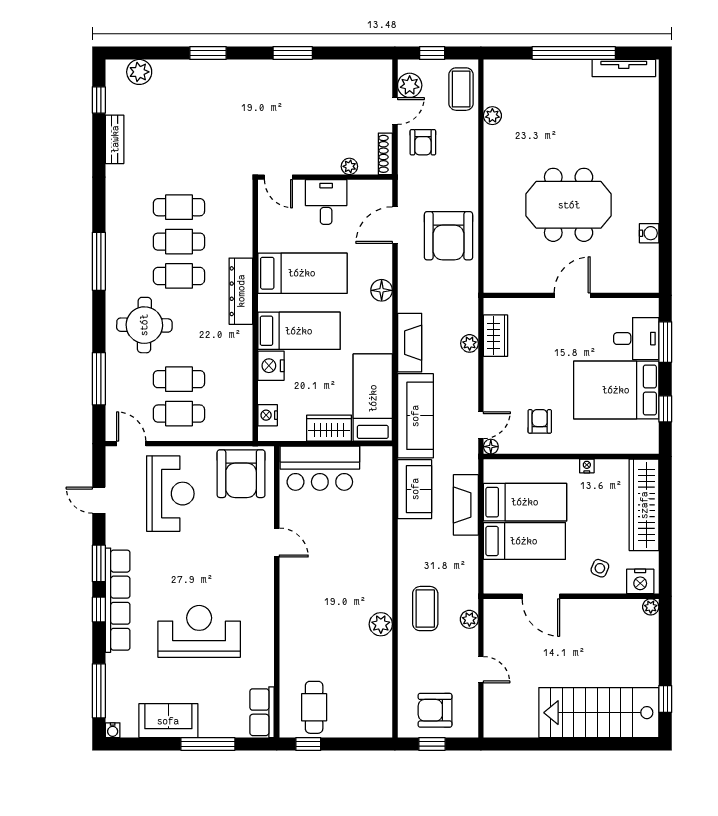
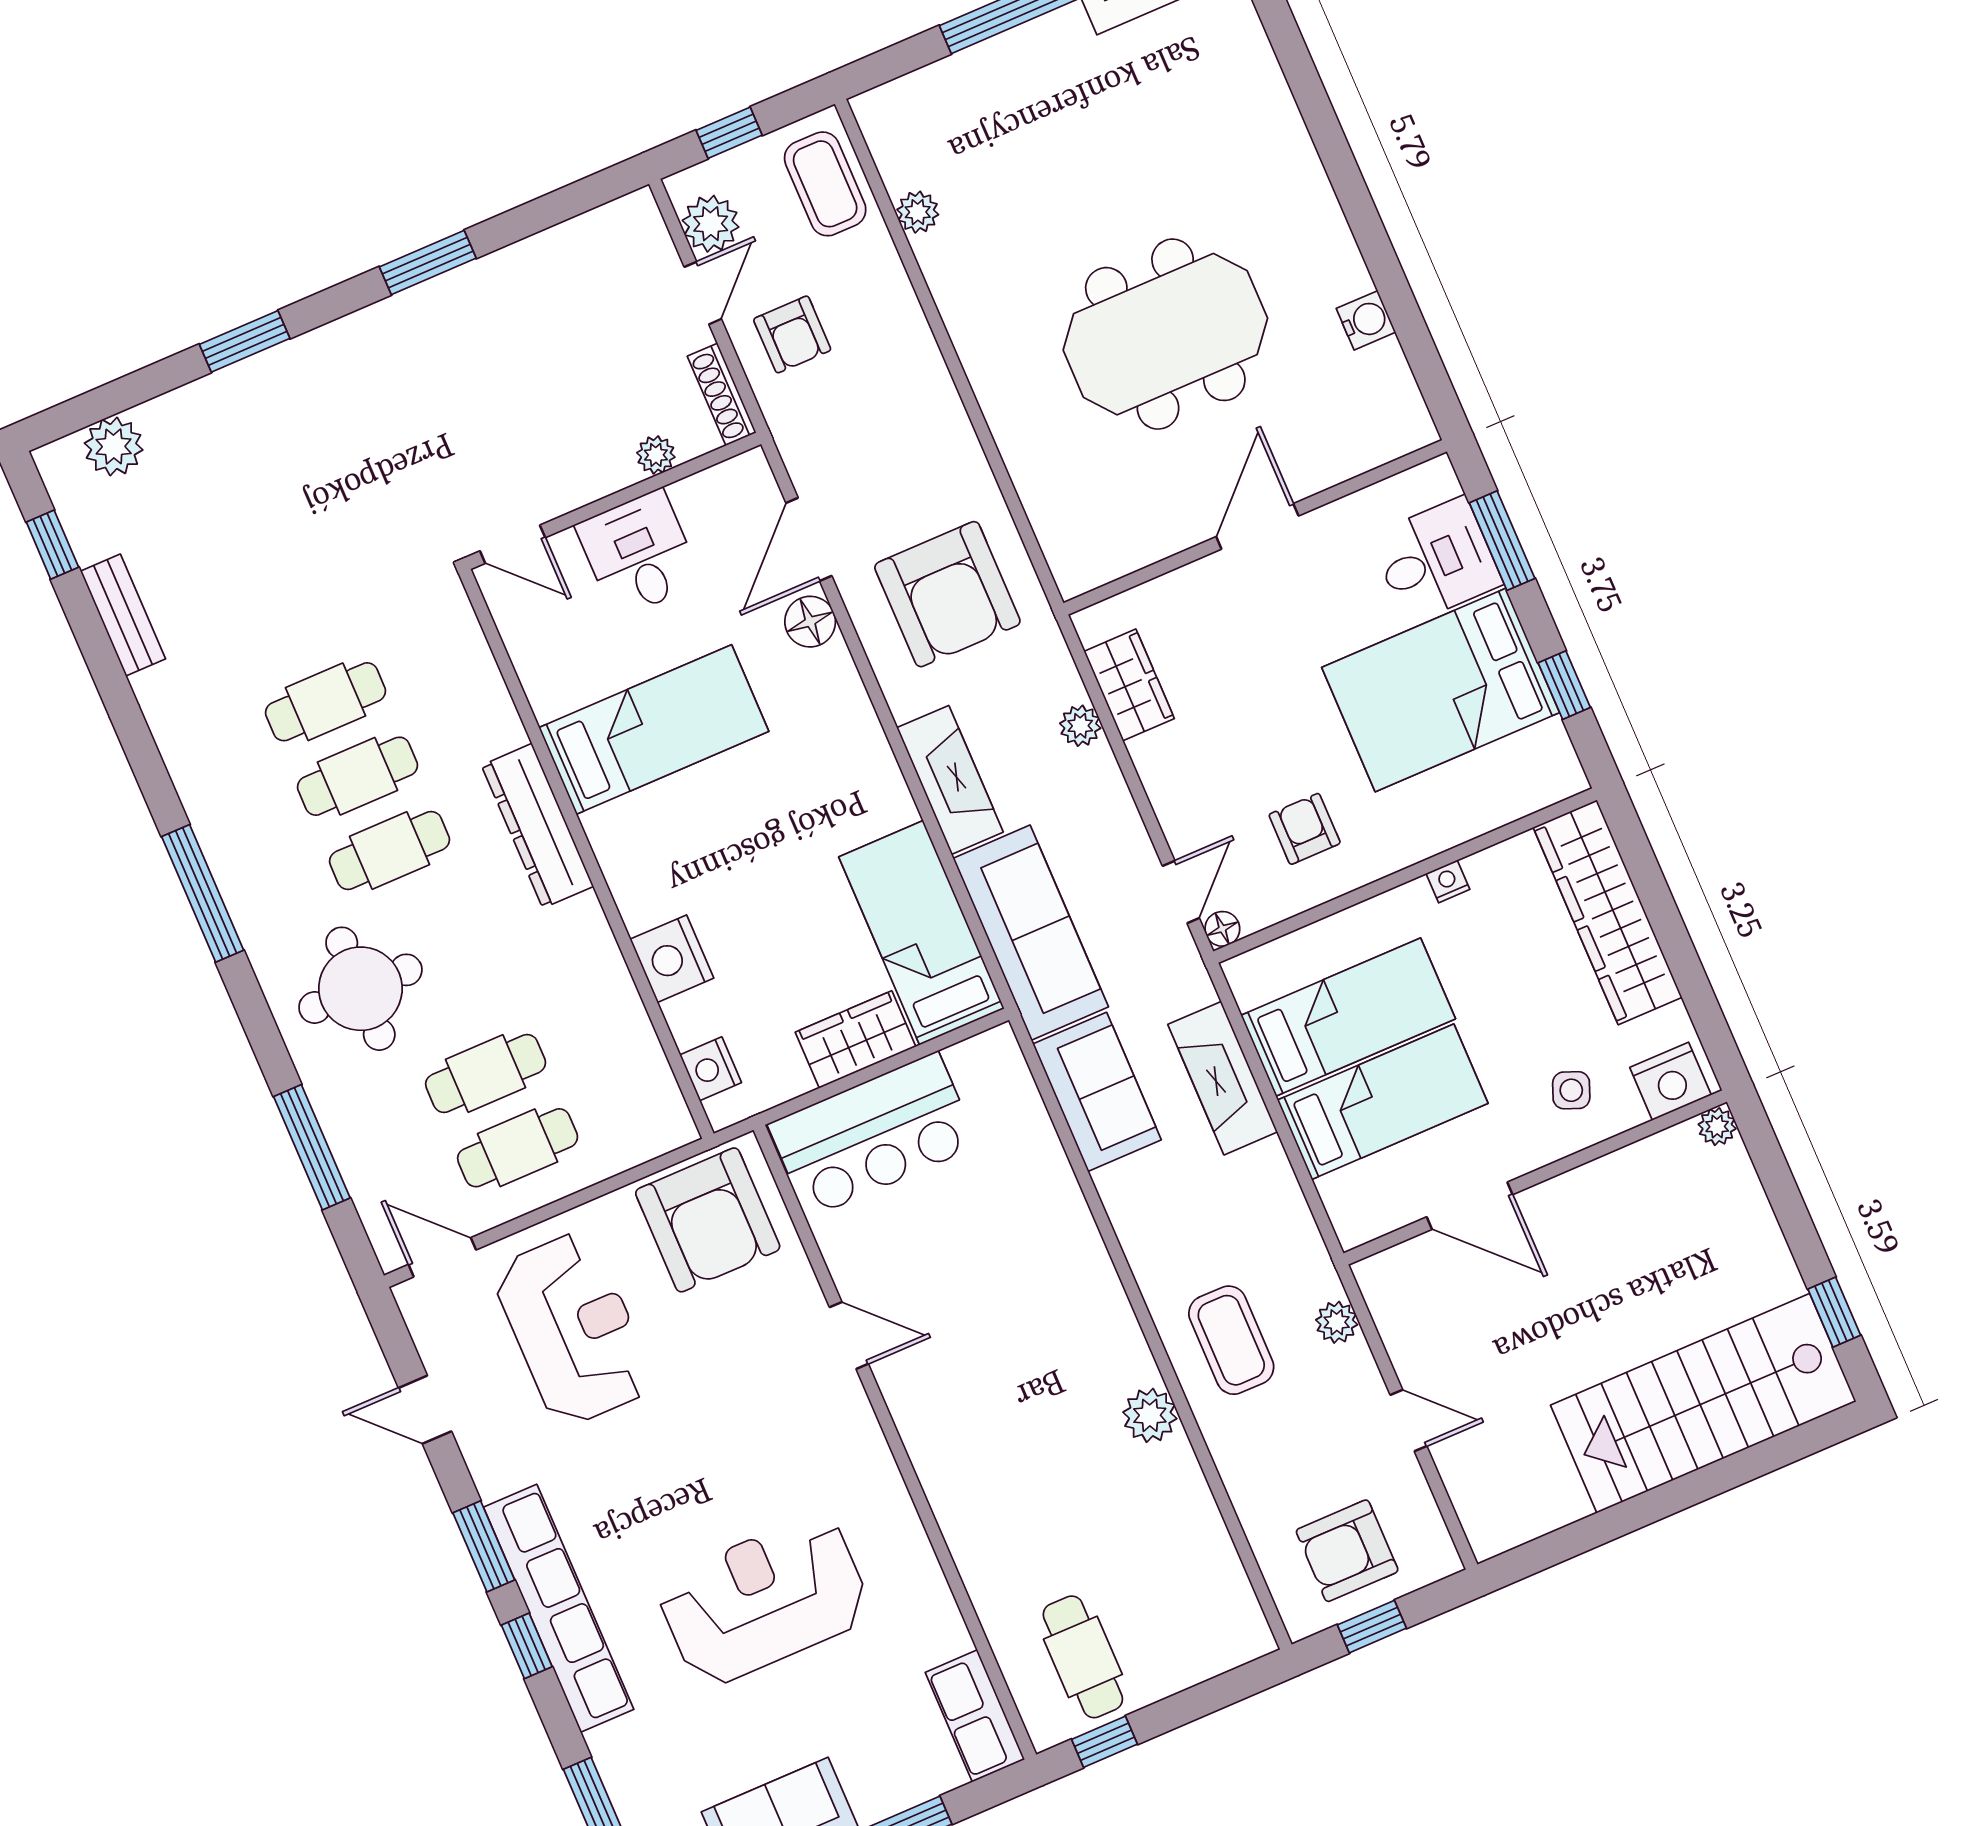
armchair: (448, 236) -> (947, 594), moved
floor lamp: (382, 290) -> (810, 622), moved
bed: (299, 331) -> (700, 857), removed

